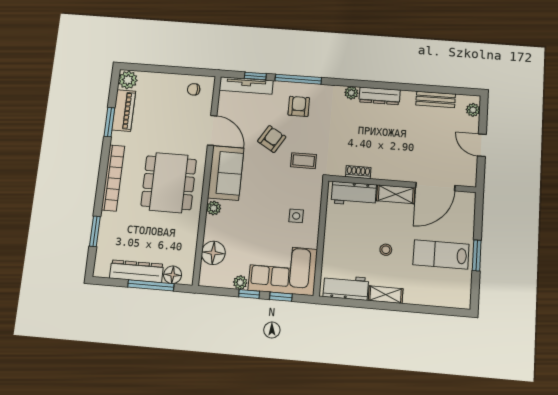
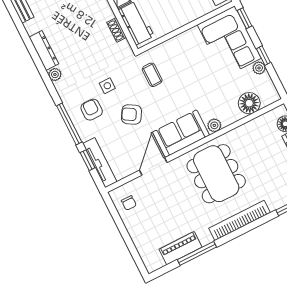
plant: (128, 80) -> (153, 262), removed
armchair: (299, 106) -> (92, 110), turned 90
window: (109, 122) -> (197, 253), width x1.44
coffee table: (304, 161) -> (152, 75), moved
dining table: (169, 183) -> (216, 174), turned 90
side table: (296, 216) -> (107, 86), moved
window: (281, 297) -> (245, 18), moved

